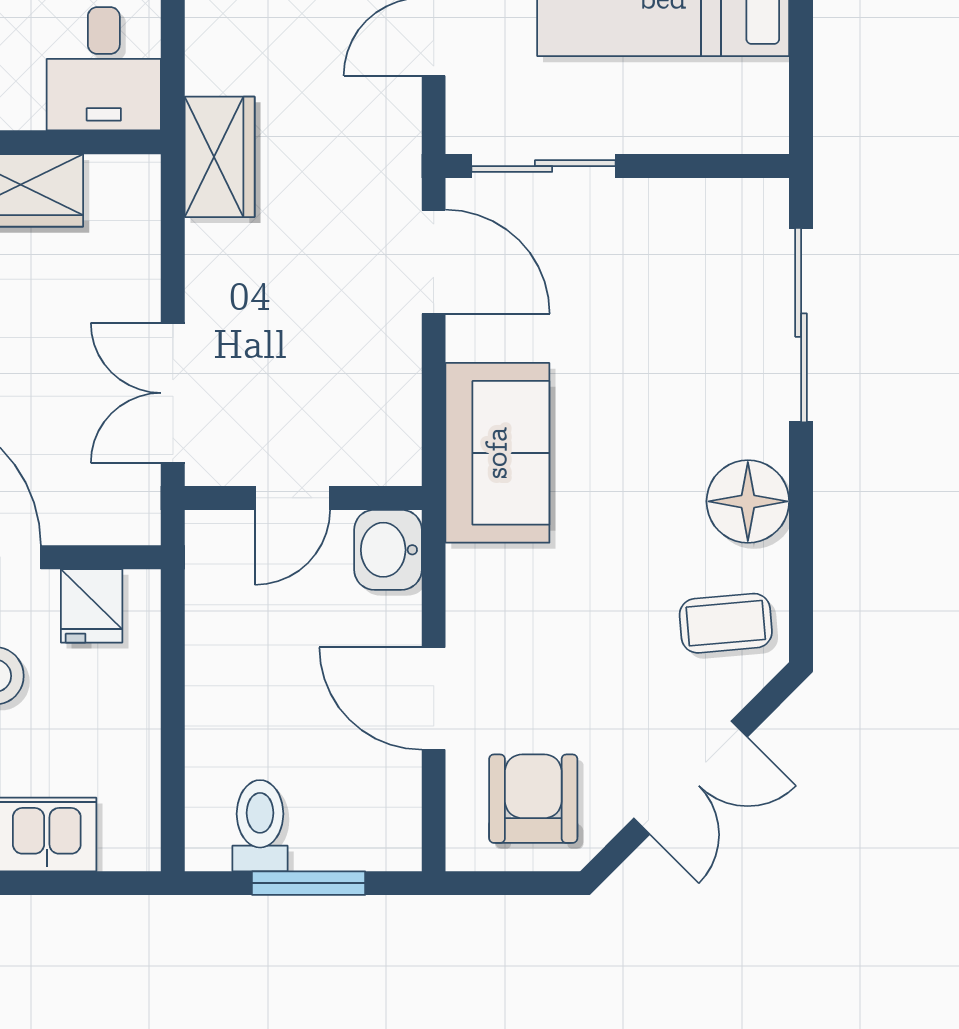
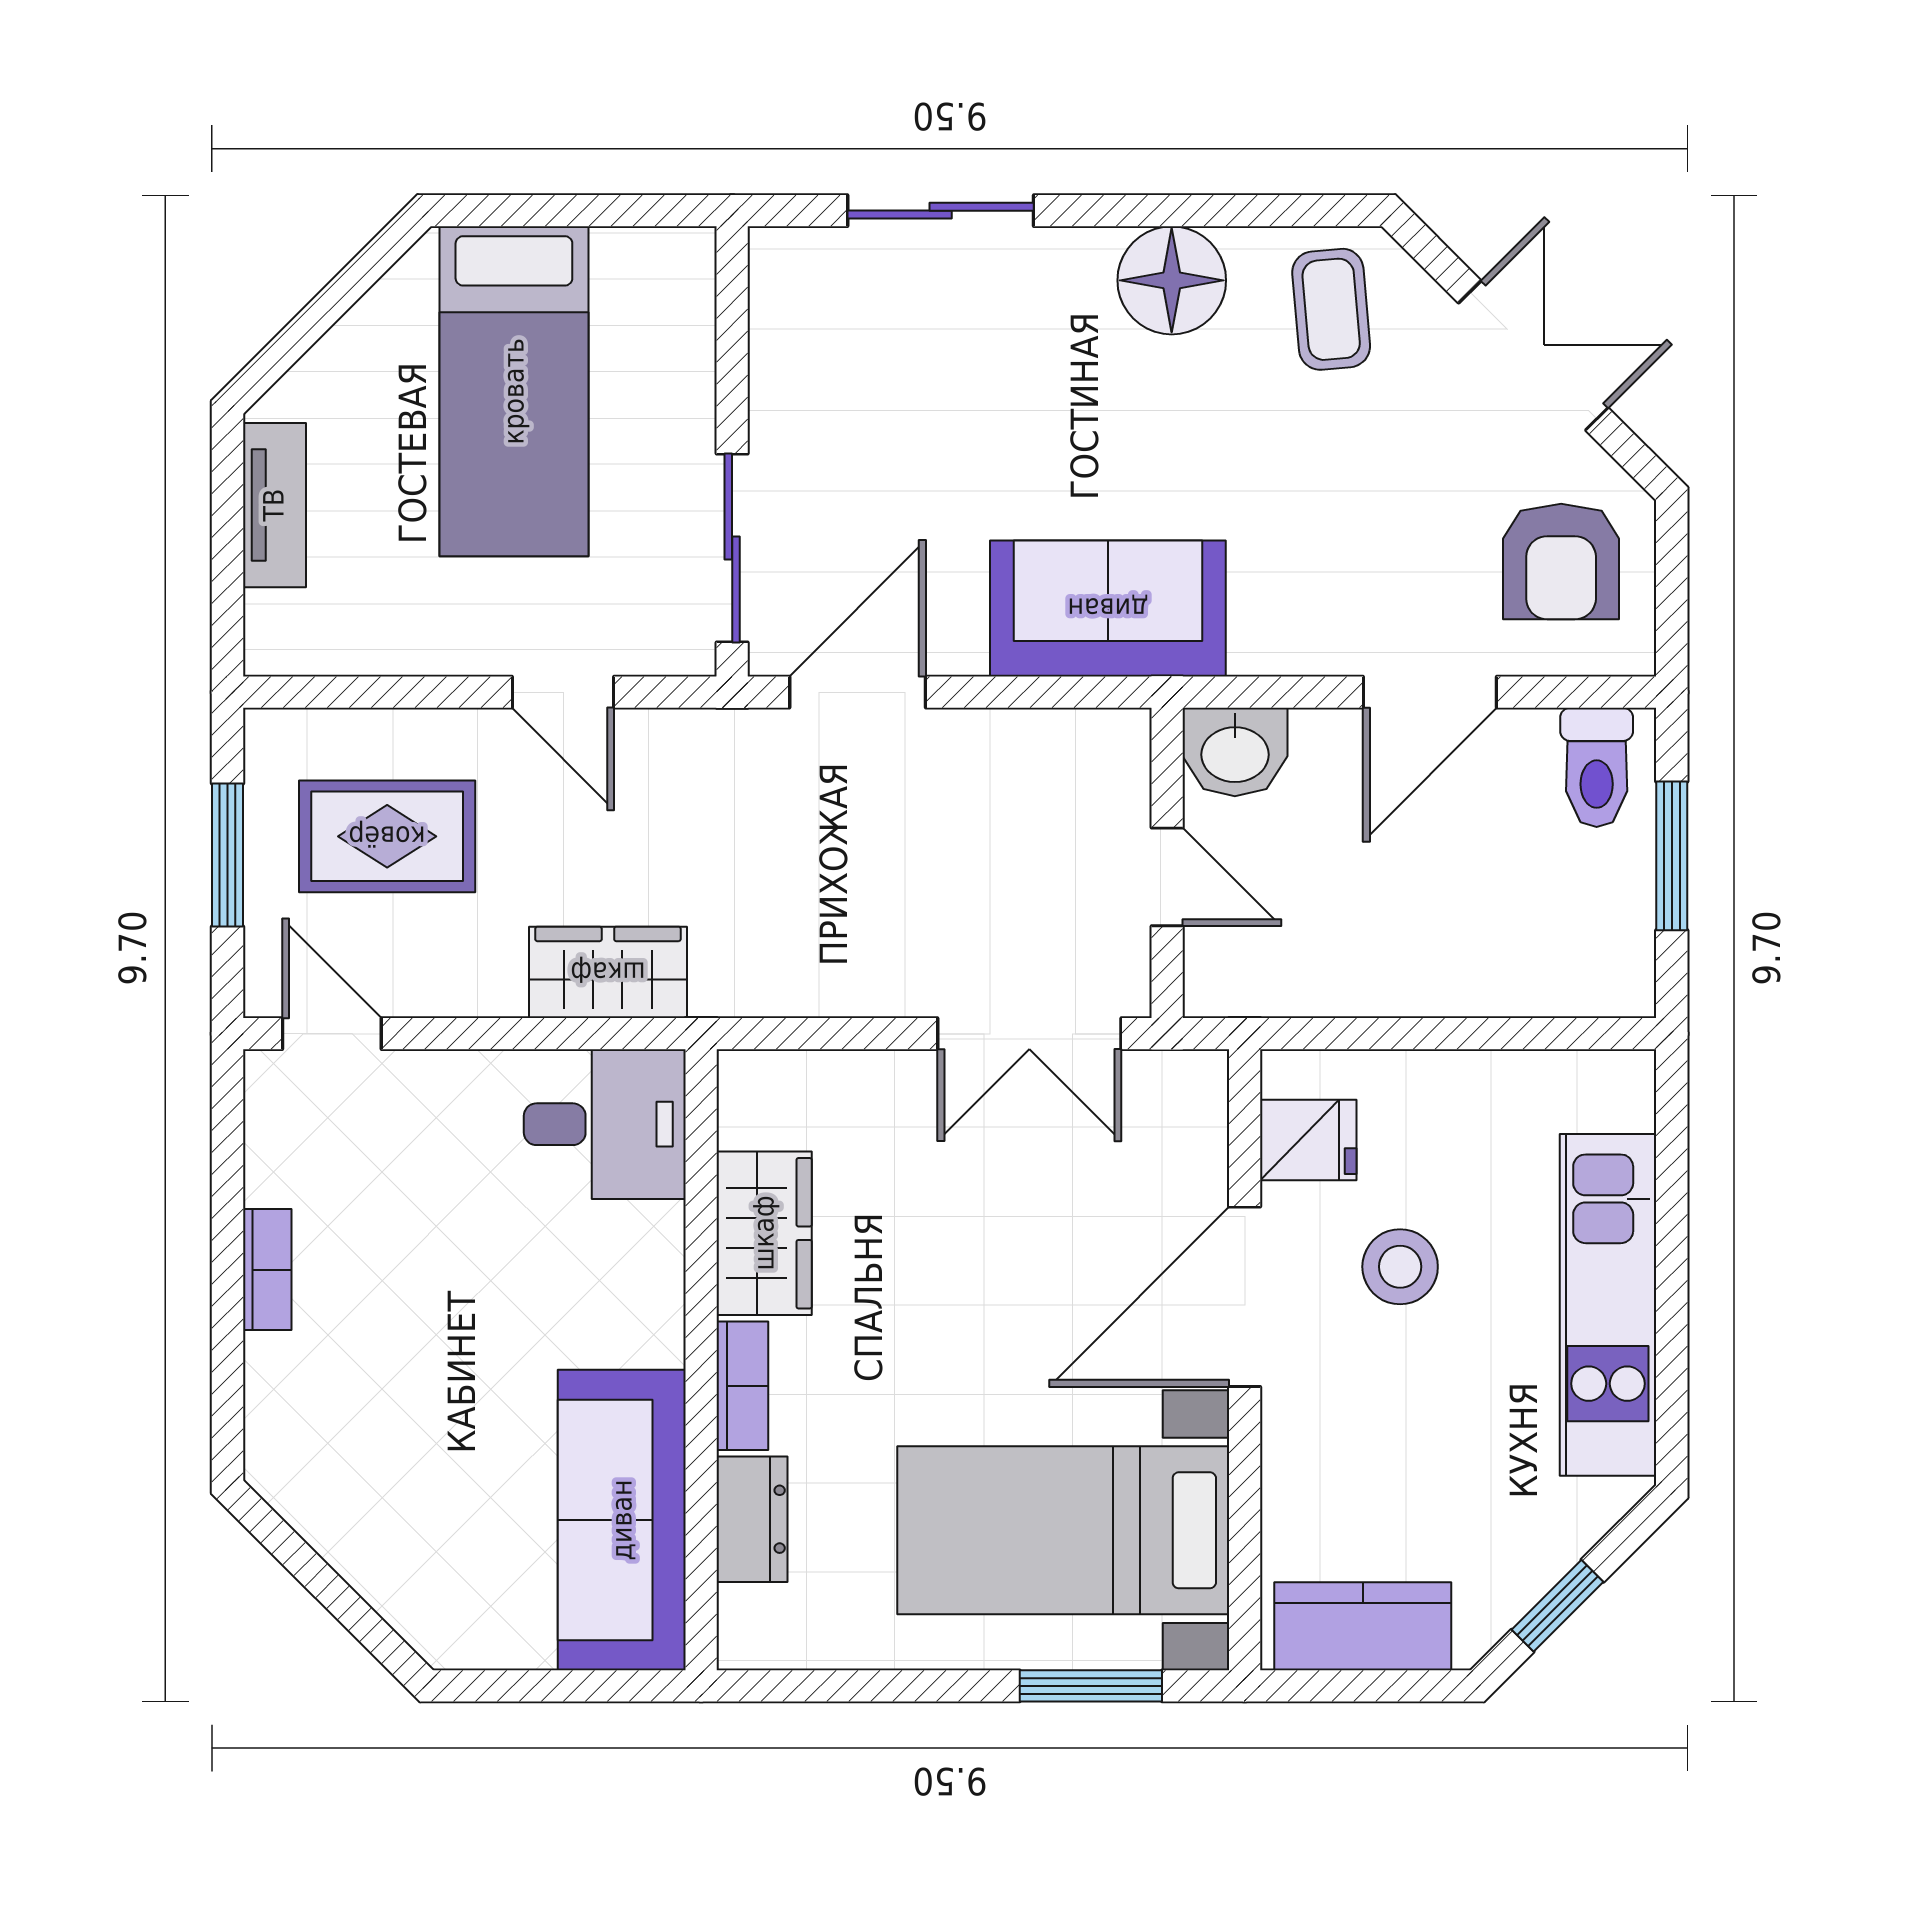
wardrobe: (220, 157) -> (608, 972), moved
sliding door: (801, 325) -> (941, 211), width x0.73
armchair: (533, 799) -> (1561, 562), turned -90
toilet: (260, 826) -> (1597, 767), moved, turned -90

